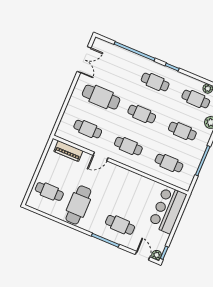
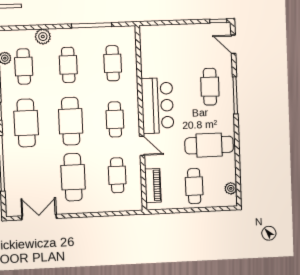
cafe table: (155, 82) -> (26, 123), width x1.37, depth x1.35
cafe table: (142, 114) -> (71, 121), width x1.37, depth x1.35
cafe table: (49, 192) -> (194, 186), moved
bar counter: (168, 210) -> (157, 106), moved, turned -90
plant: (157, 255) -> (231, 188), moved
door: (143, 256) -> (233, 44), hinge flipped

